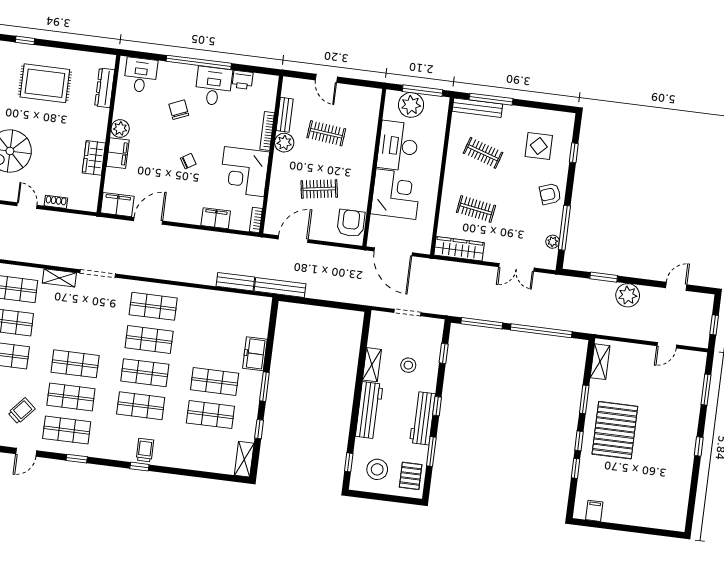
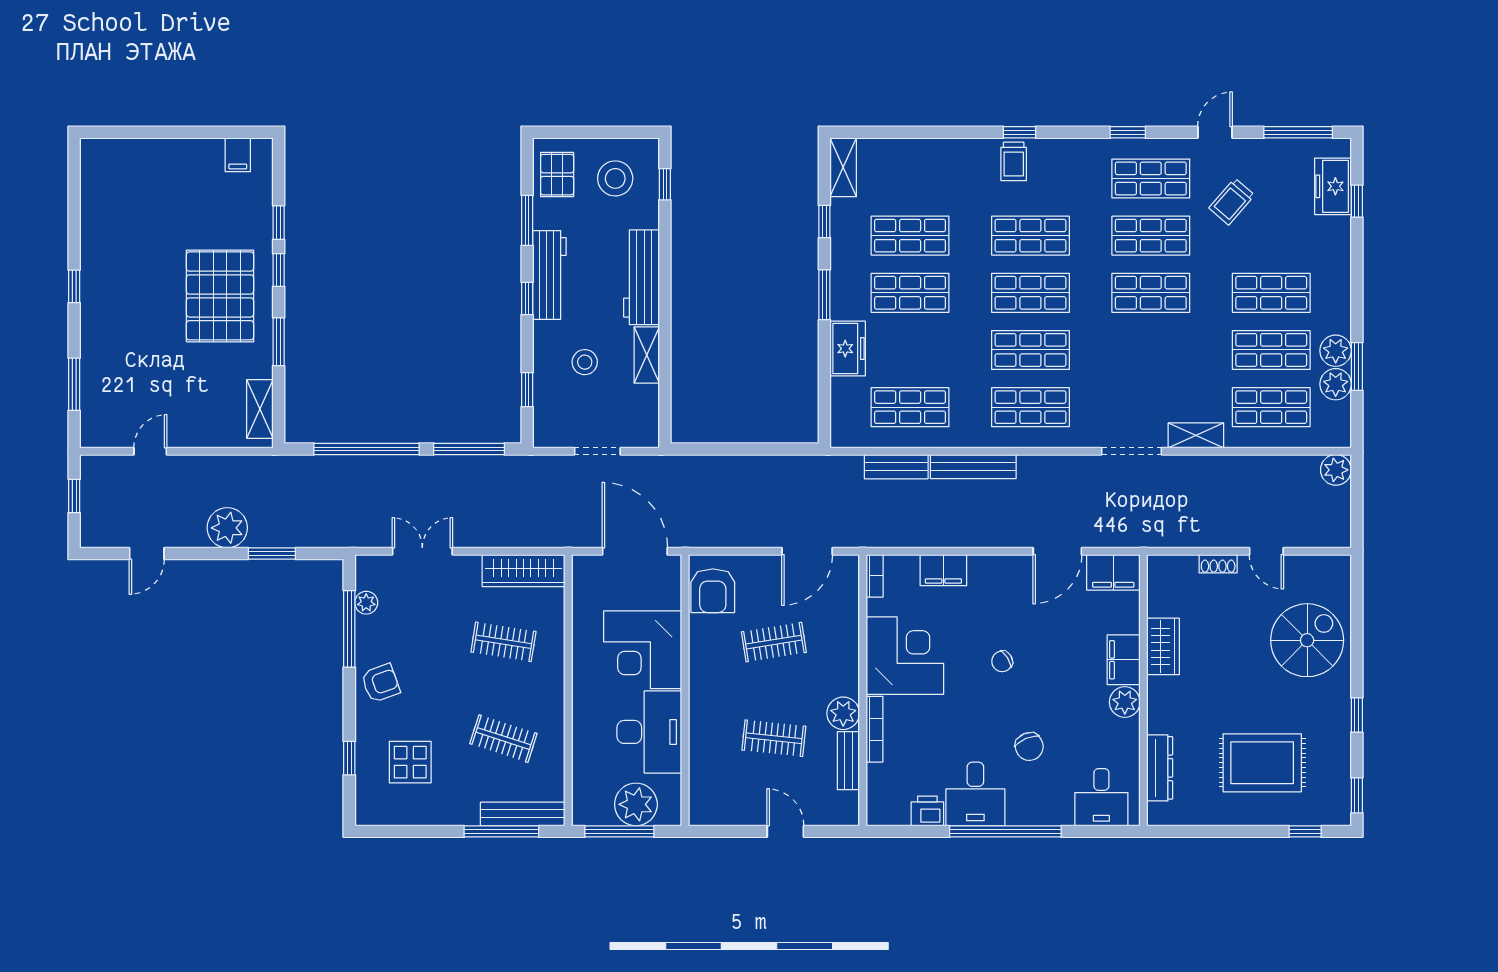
bench: (280, 287) -> (973, 467), moved
shop shelf: (223, 315) -> (910, 407), added

